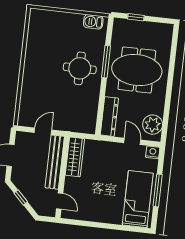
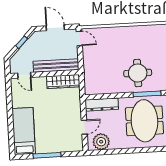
door: (43, 131) -> (79, 38), moved
nightstand: (153, 152) -> (78, 146), removed
bed: (138, 199) -> (24, 131), moved, turned -90
door: (60, 201) -> (24, 75), hinge flipped

